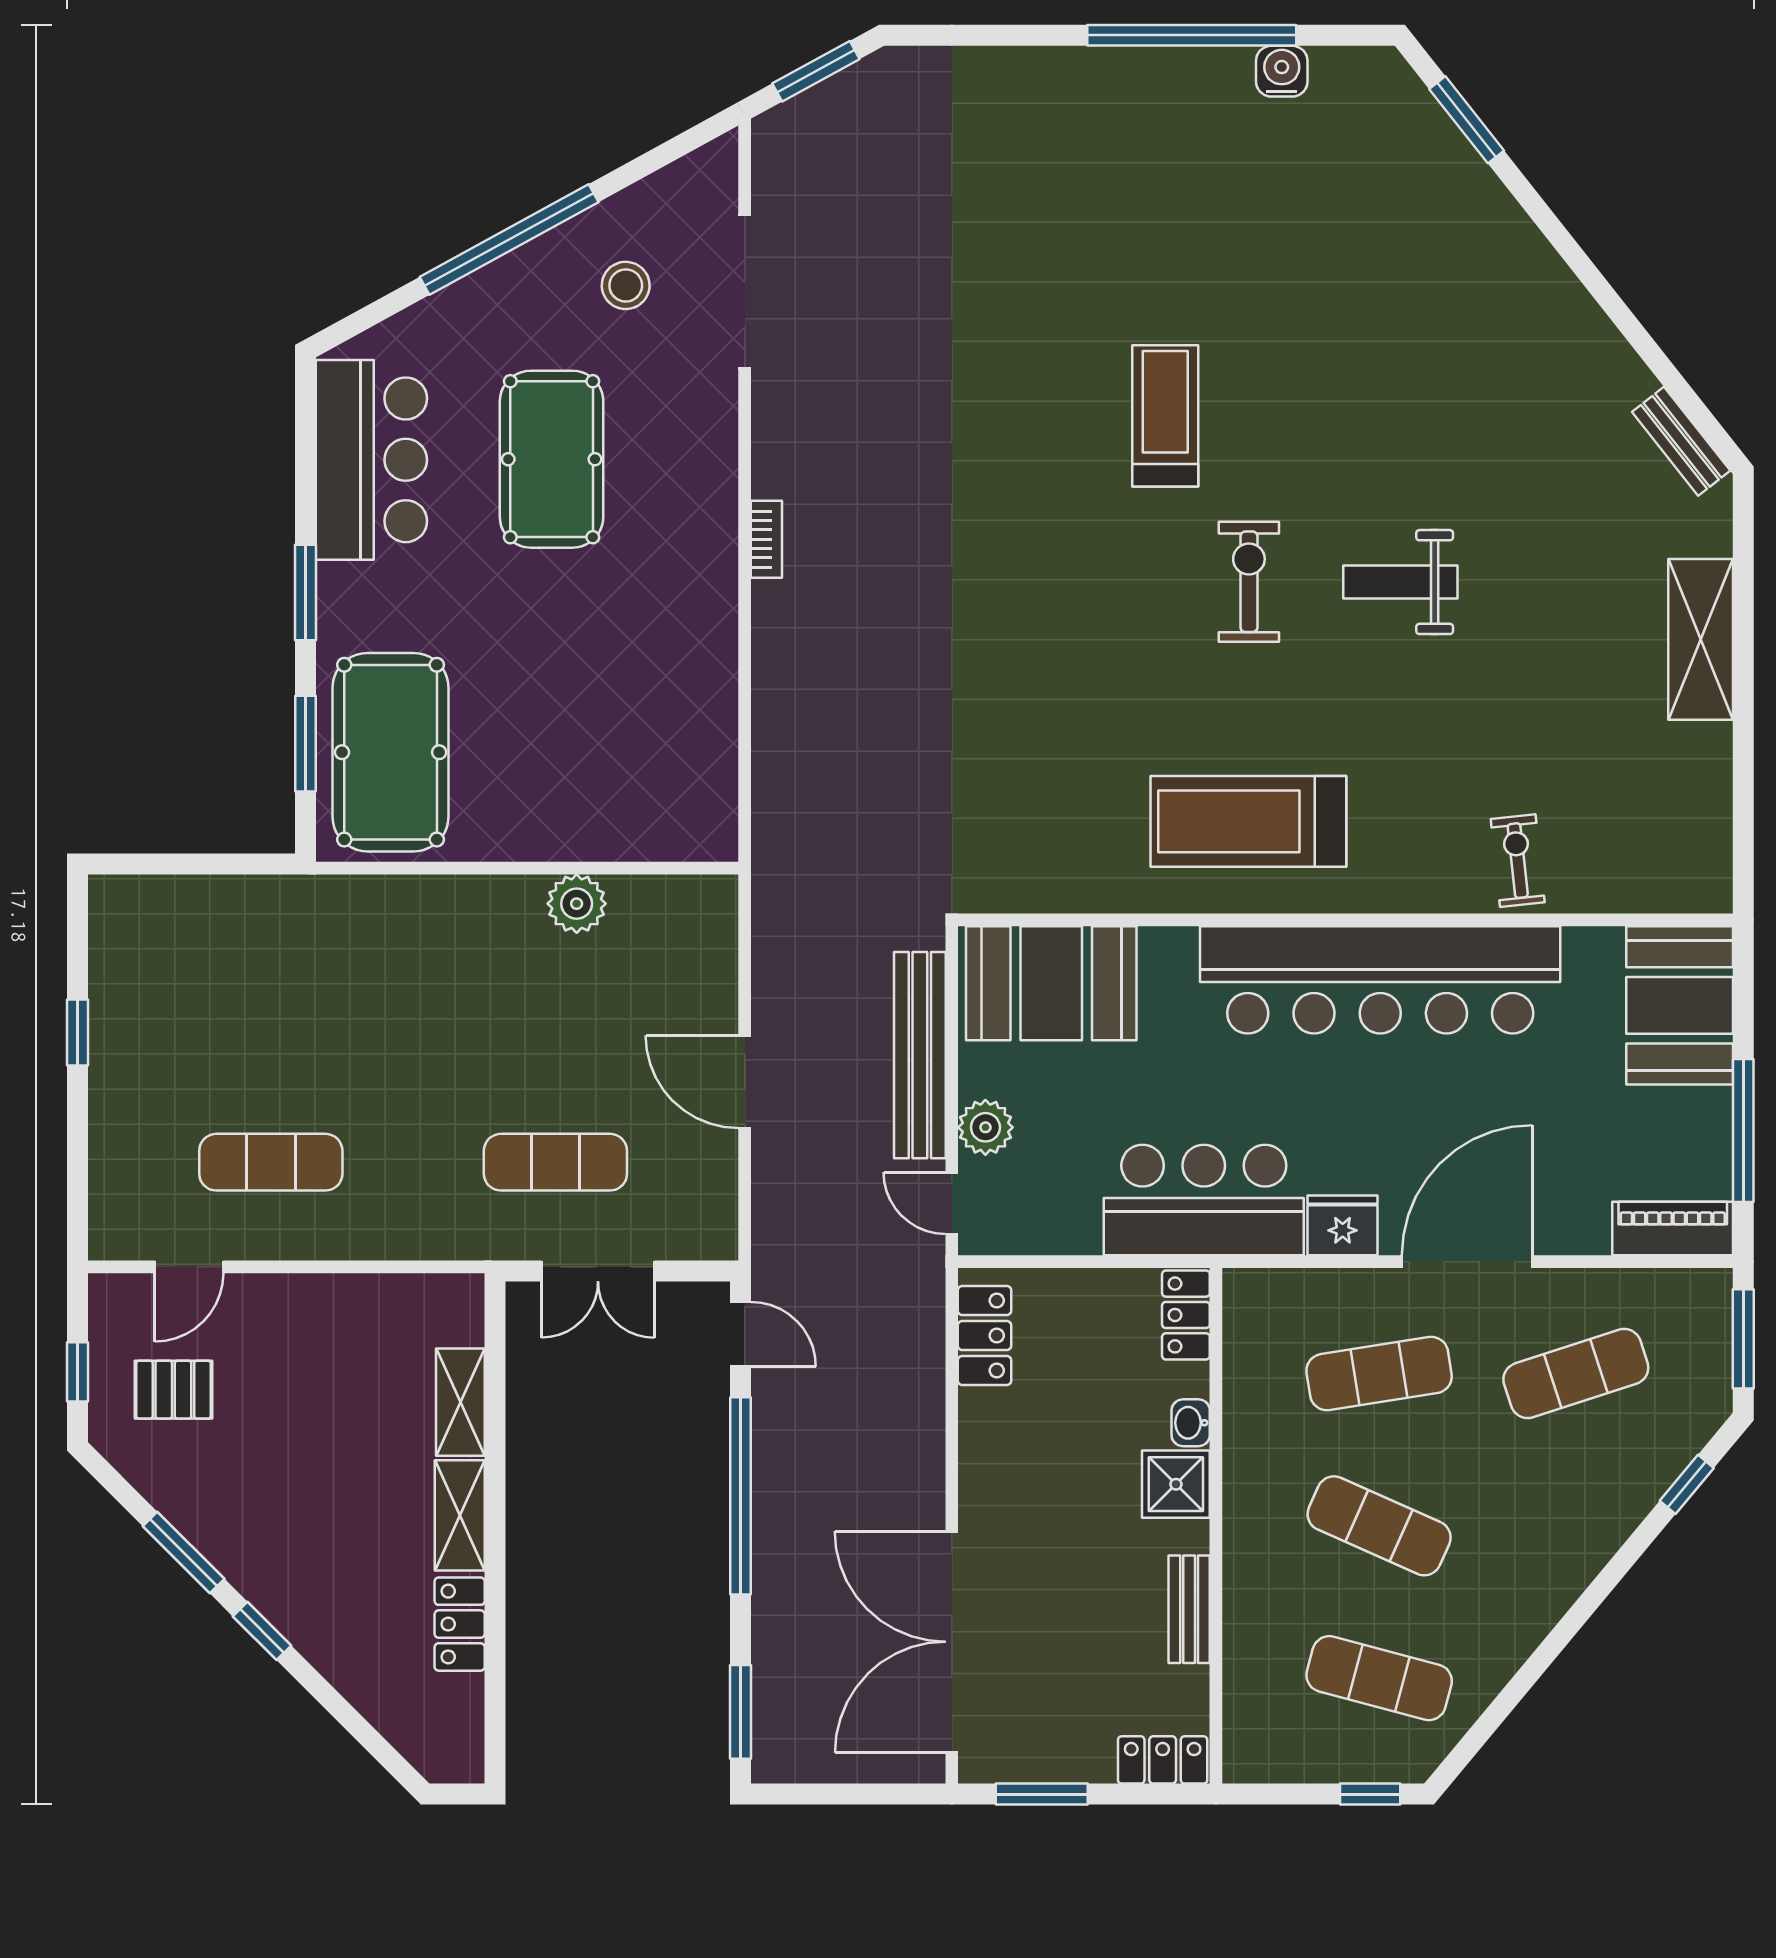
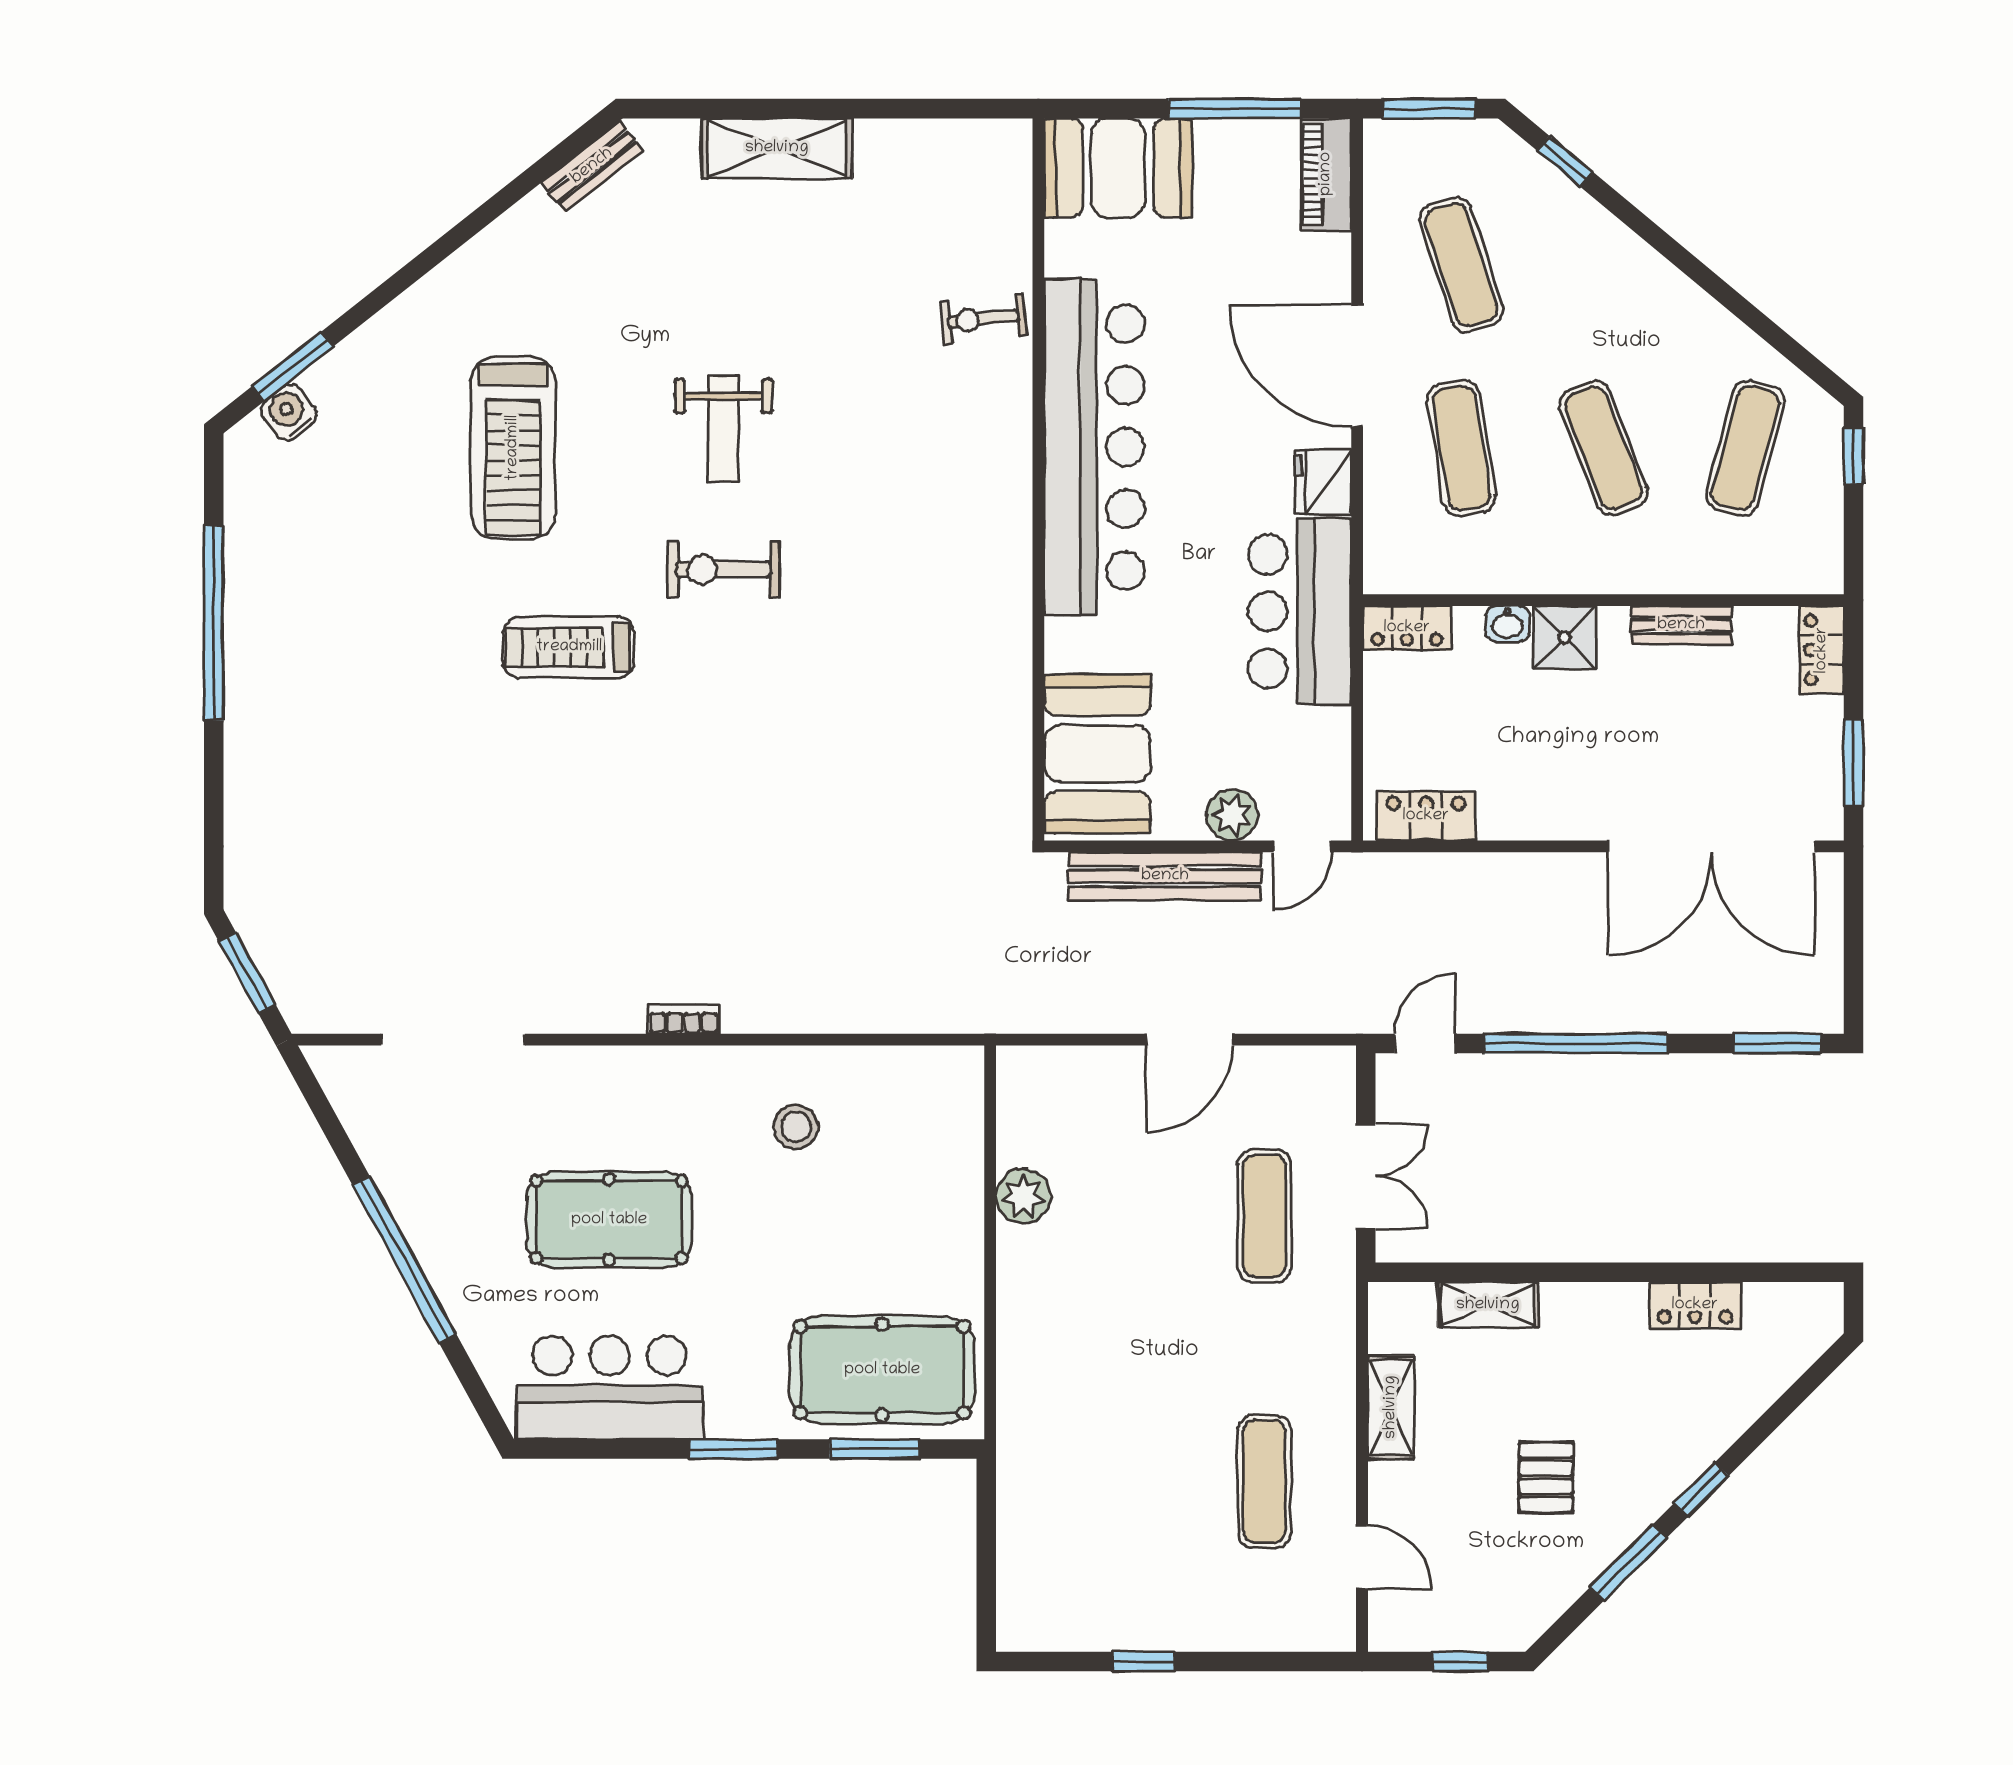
water cooler: (1282, 71) -> (289, 412), moved, turned 52
stool: (626, 285) -> (796, 1127), moved
treadmill: (1248, 821) -> (513, 448), moved
pallet: (173, 1390) -> (1546, 1477), moved
shelving: (460, 1515) -> (1391, 1407), moved, turned 90
exercise mat: (1379, 1526) -> (1603, 448), turned -45

